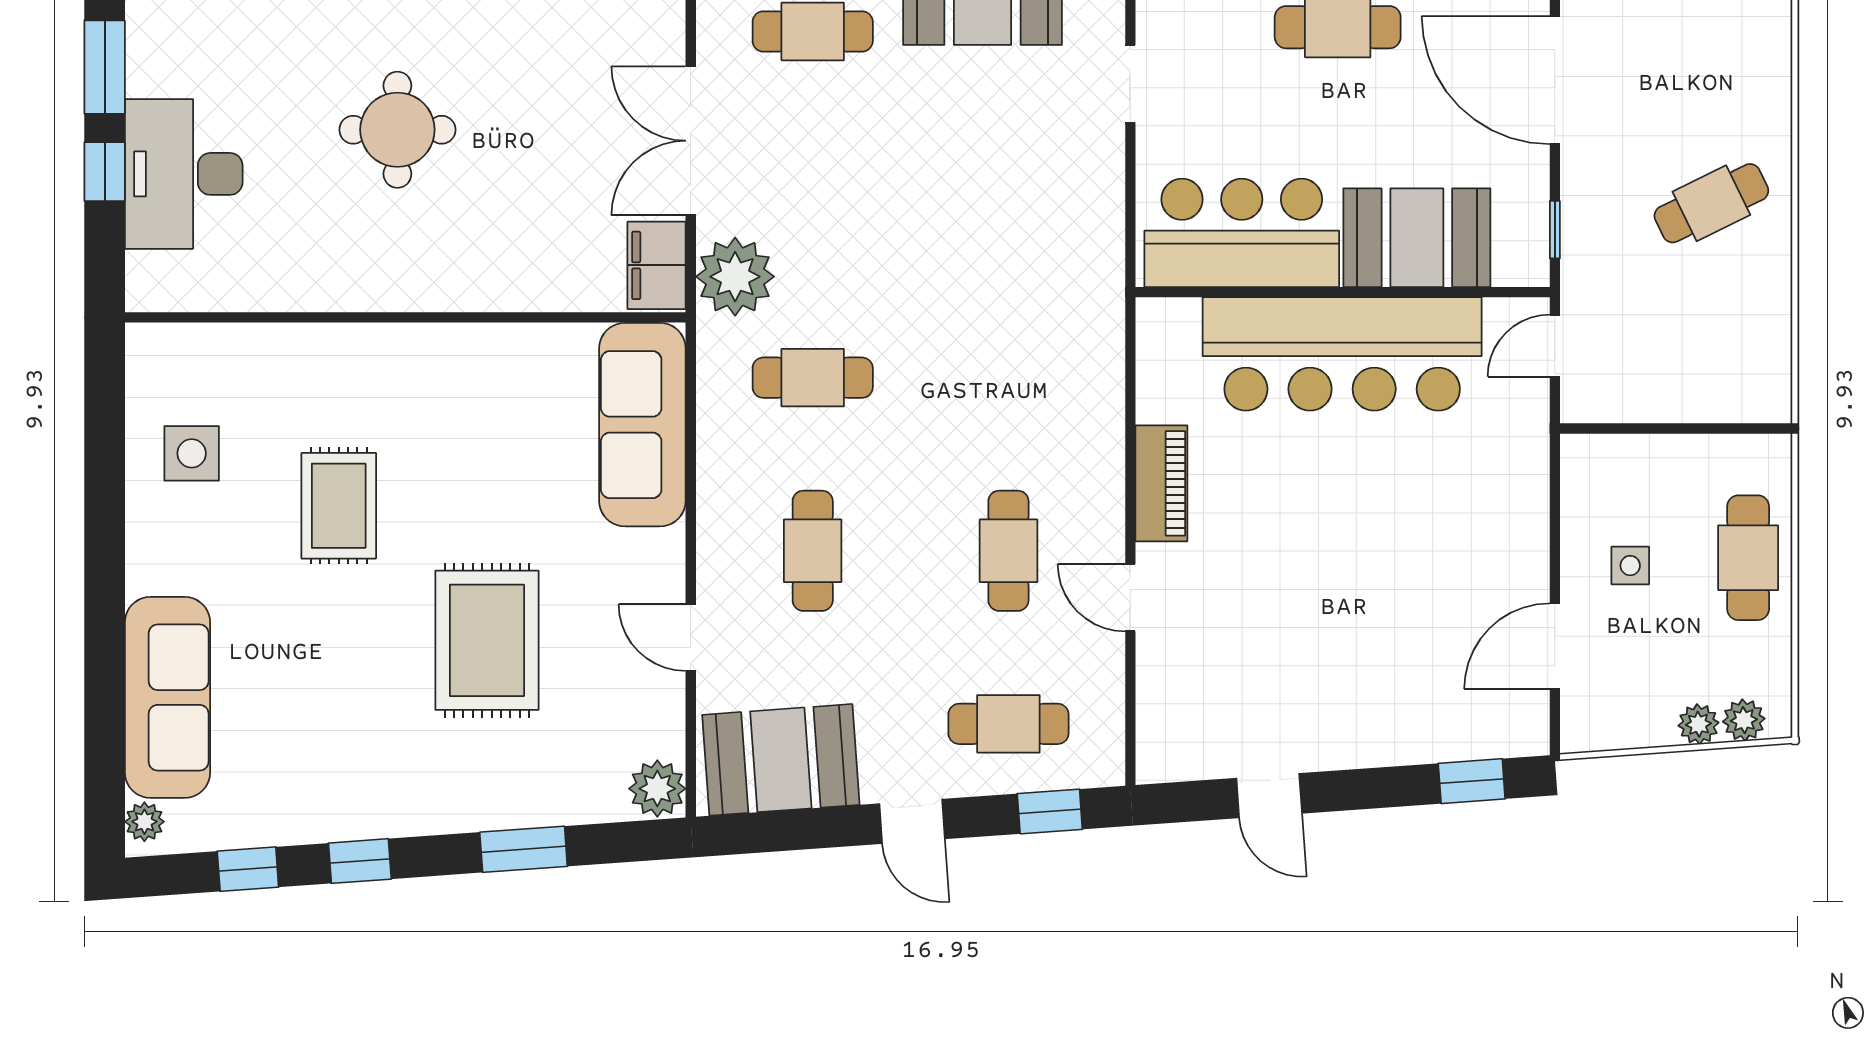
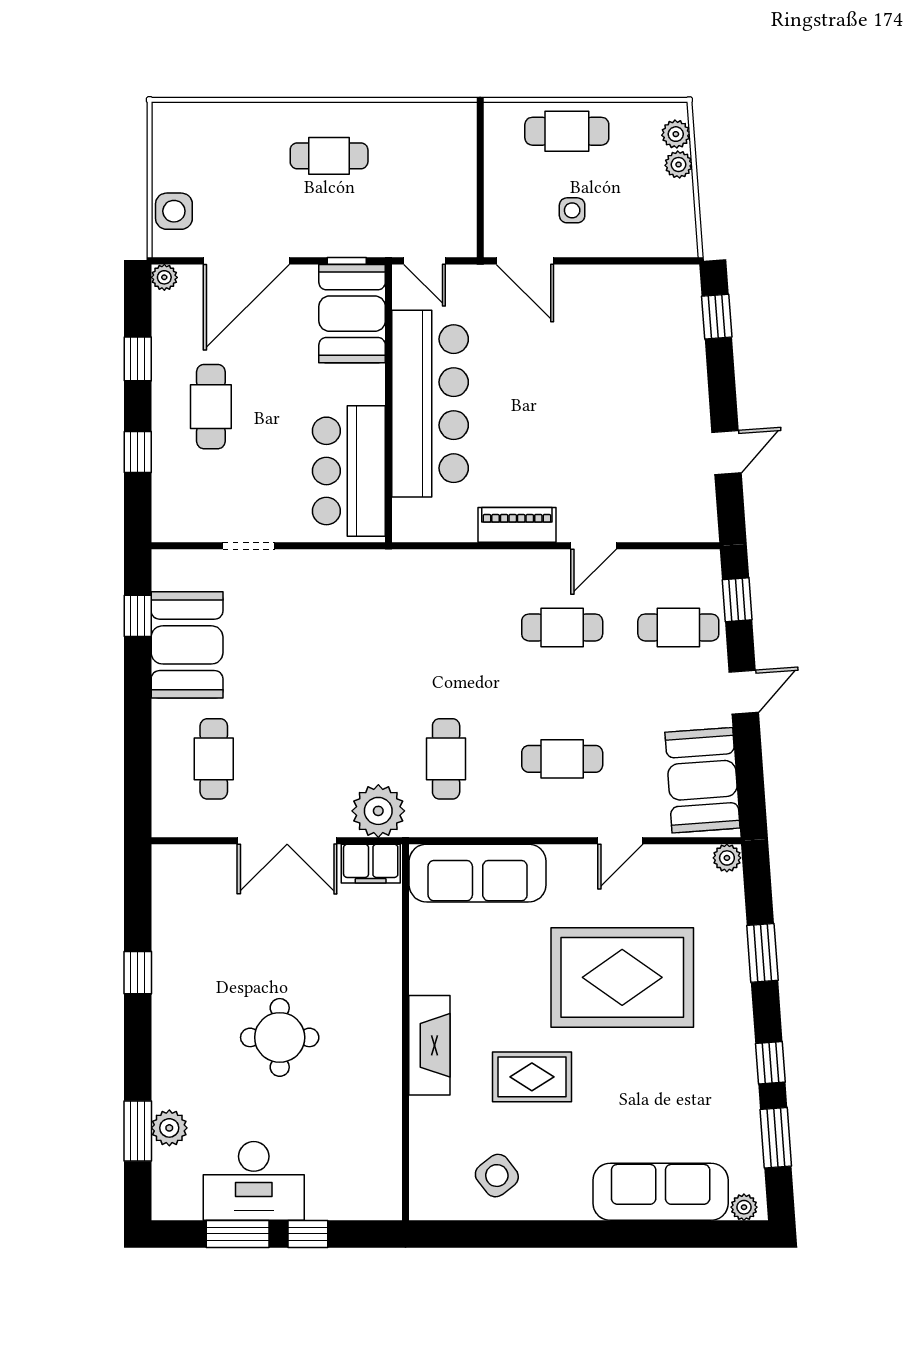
desk: (184, 174) -> (254, 1181), moved
cafe table: (1711, 203) -> (329, 156), turned -64
booth: (1417, 238) -> (352, 314), moved
fireplace: (386, 353) -> (429, 1045), added
side table: (192, 453) -> (497, 1176), turned -38
rug: (487, 640) -> (622, 977), width x1.37, depth x1.44
door: (1555, 646) -> (525, 261), moved
cafe table: (1008, 724) -> (678, 627), turned 90
plant: (657, 789) -> (727, 858), width x0.73, depth x0.73
window: (248, 869) -> (776, 1138), width x1.50

